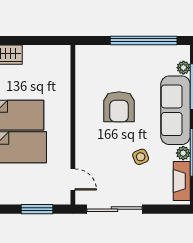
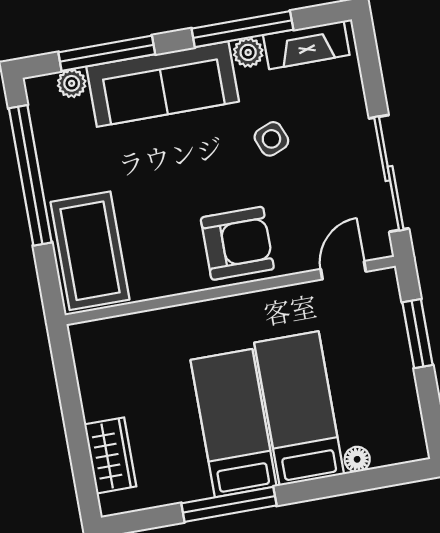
coffee table: (103, 62) -> (90, 251), added
armchair: (119, 107) -> (237, 243), moved

